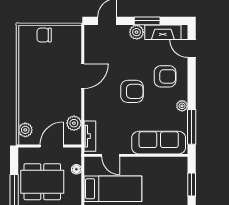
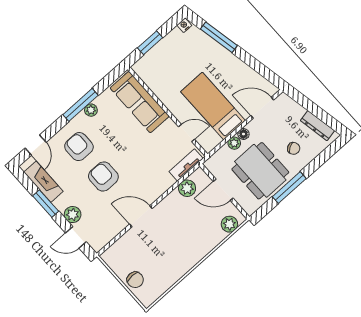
plant: (137, 32) -> (73, 215), moved
armchair: (132, 91) -> (103, 177), moved
window: (192, 127) -> (80, 105), moved
door: (111, 155) -> (187, 133), hinge flipped
floor lamp: (76, 169) -> (243, 134), moved
plant: (76, 181) -> (234, 143), added

